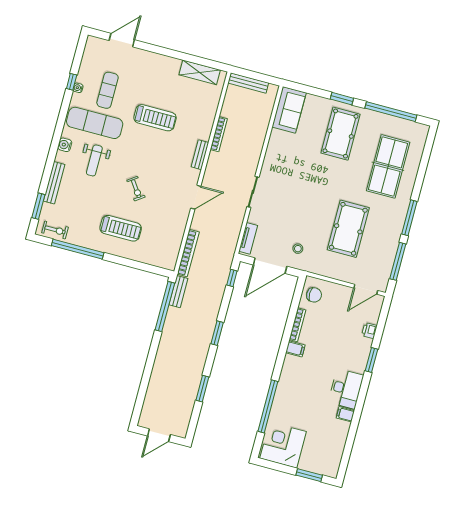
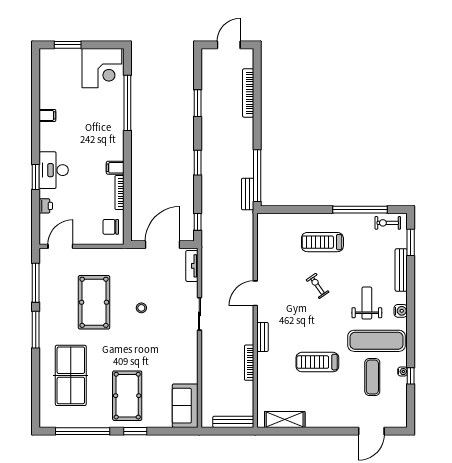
stool: (298, 249) -> (141, 308), moved
bookcase: (188, 253) -> (248, 93), moved
desk: (346, 389) -> (54, 170), moved

